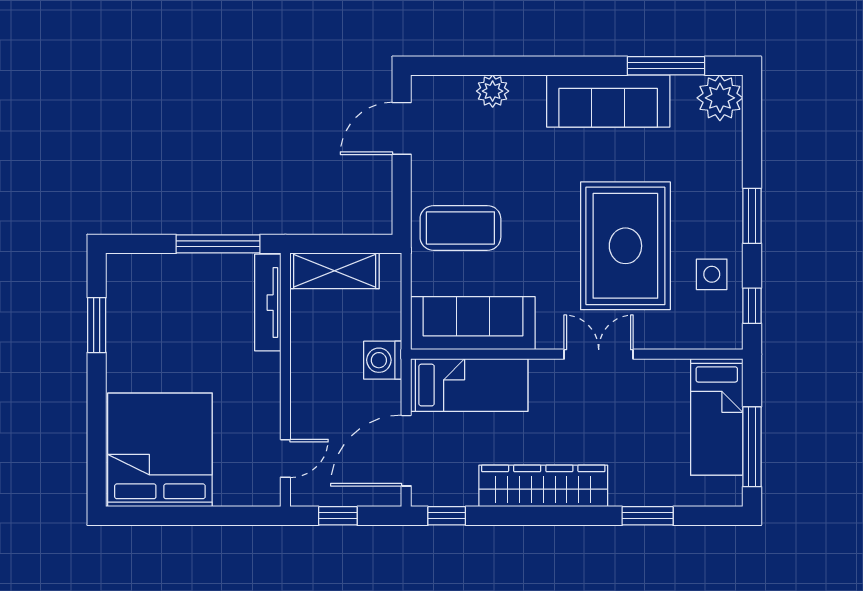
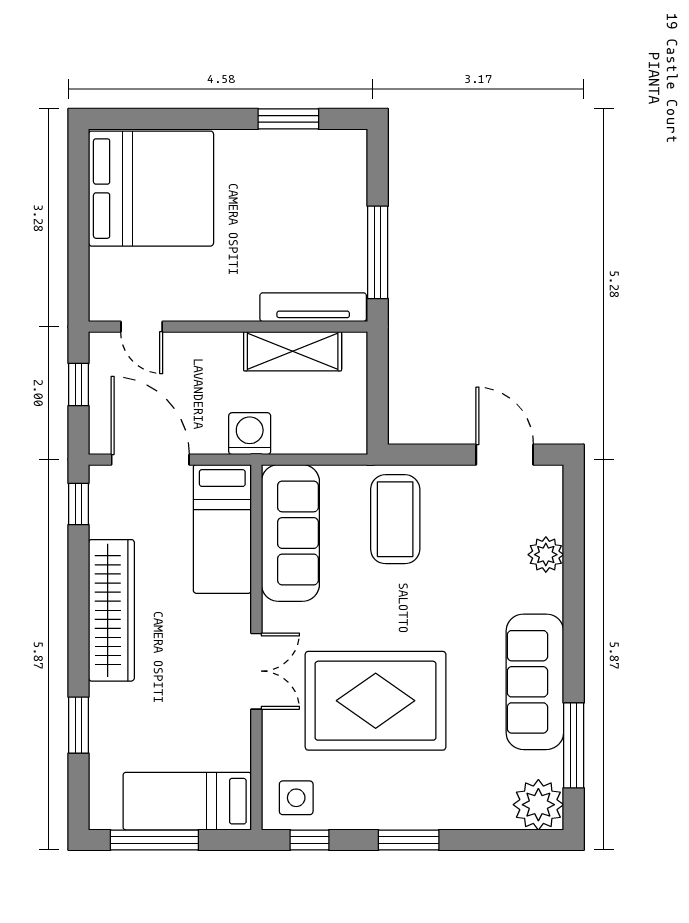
shelving: (335, 271) -> (293, 351), moved, turned 90
side table: (712, 274) -> (296, 798), moved

